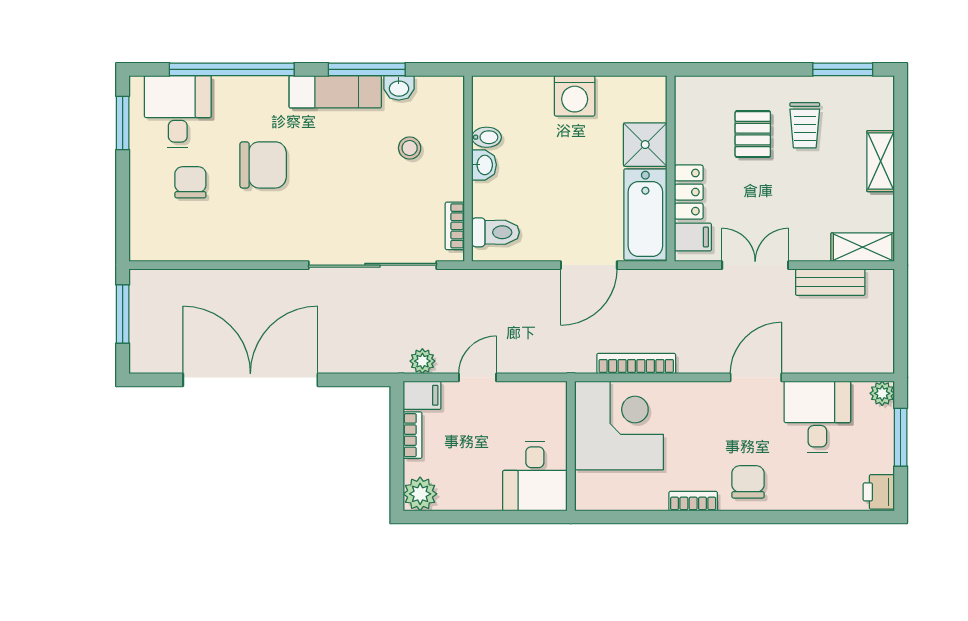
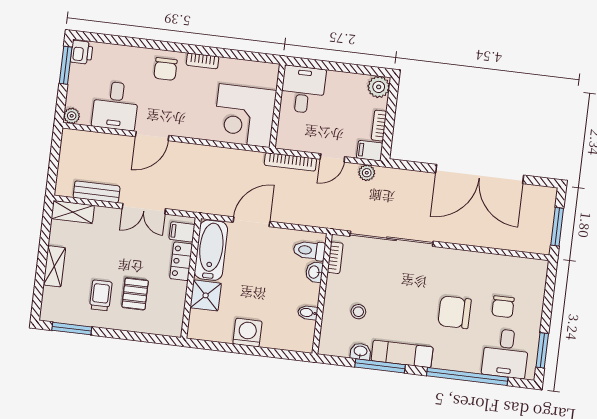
washbasin: (484, 165) -> (314, 272), moved
bookcase: (636, 364) -> (290, 162), moved
window: (901, 437) -> (66, 65), moved

